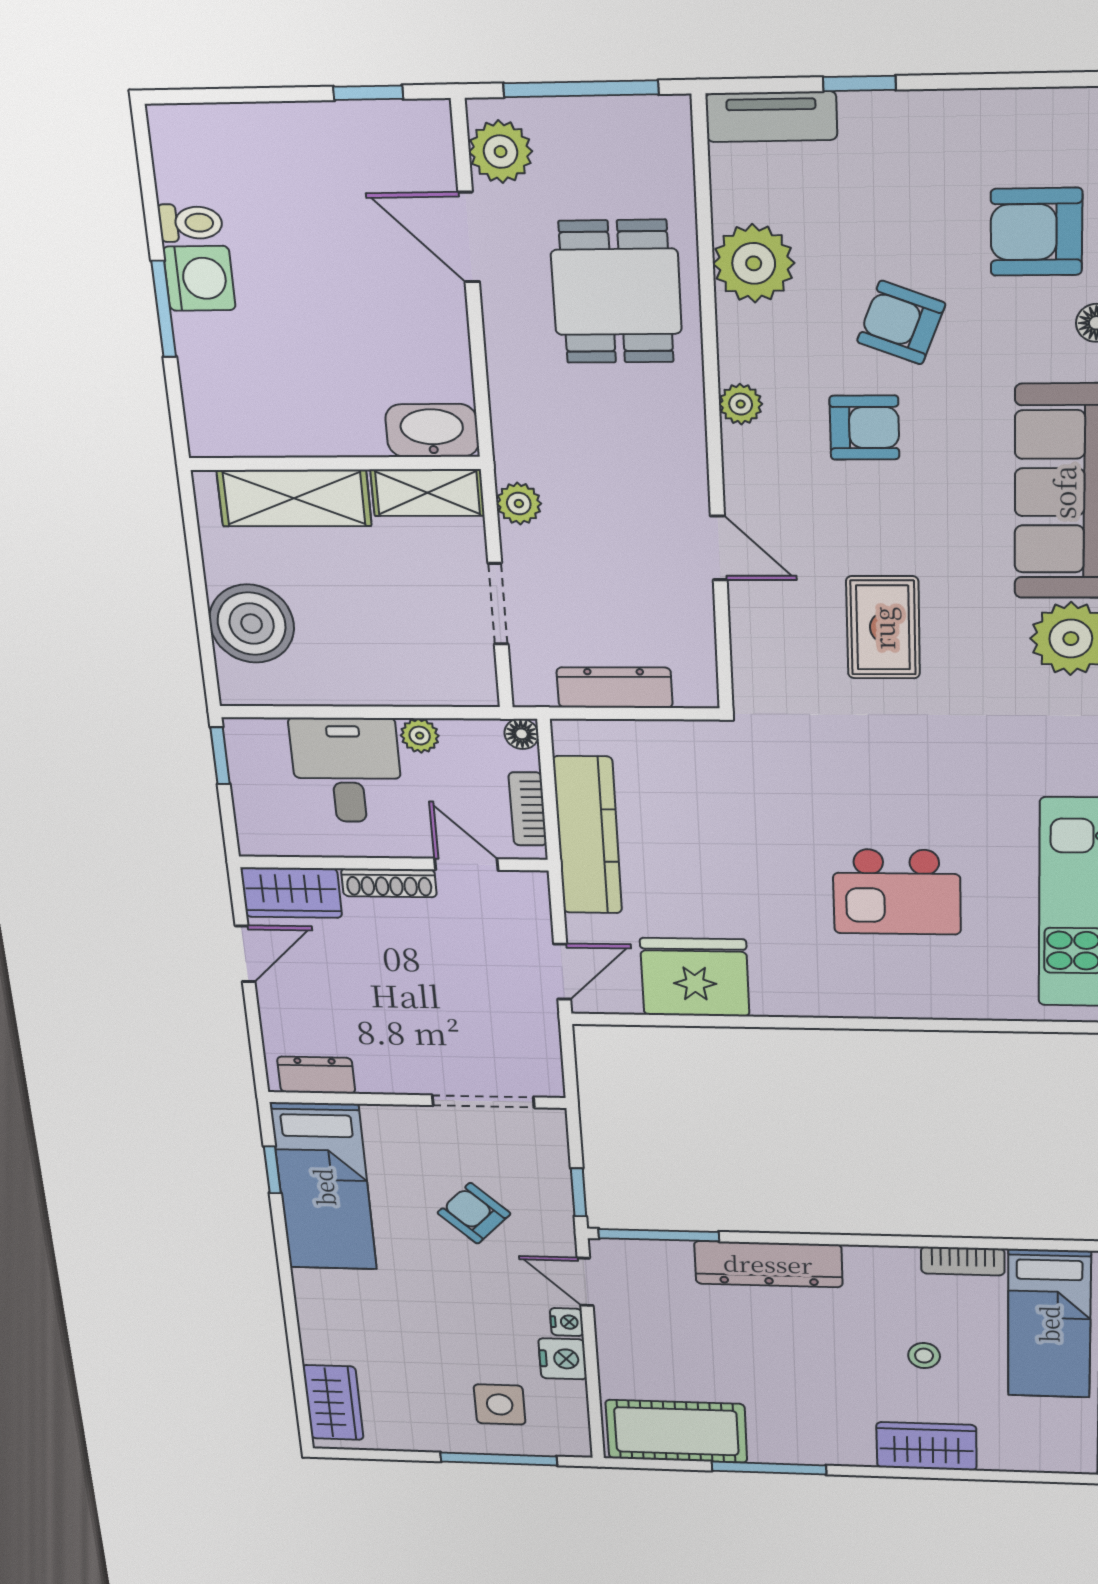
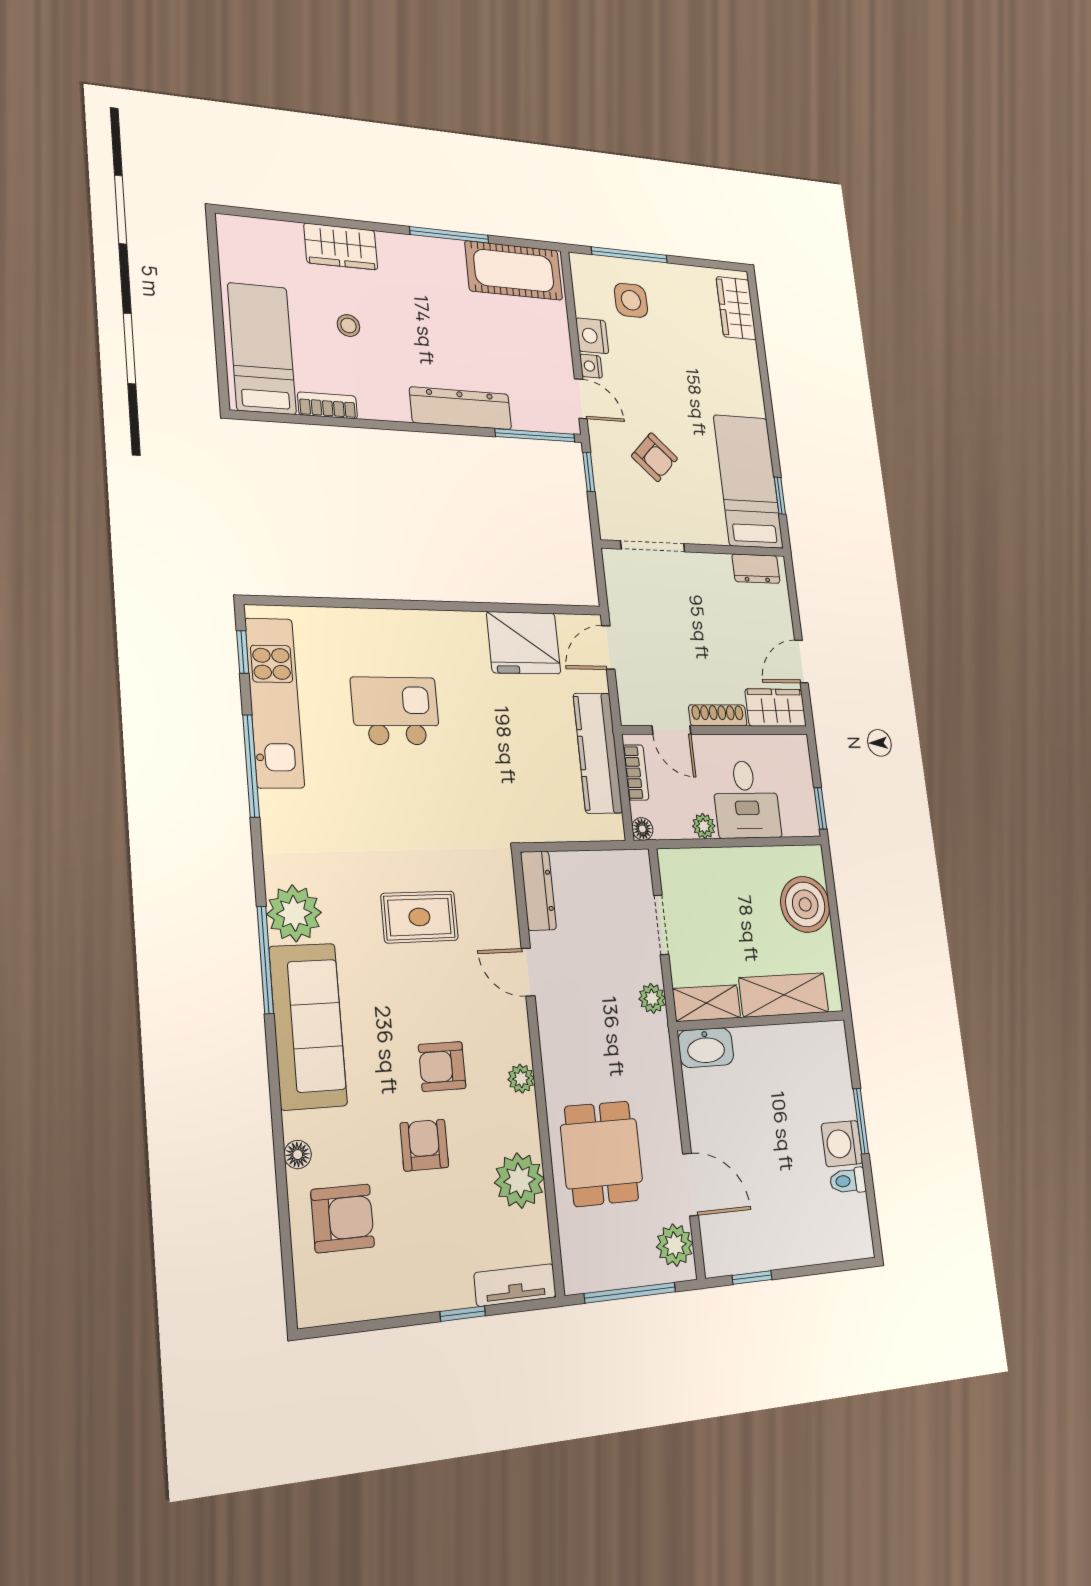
armchair: (901, 323) -> (424, 1145), turned -111
rug: (883, 628) -> (419, 917), turned 90
dresser: (615, 688) -> (538, 891), moved, turned -90

